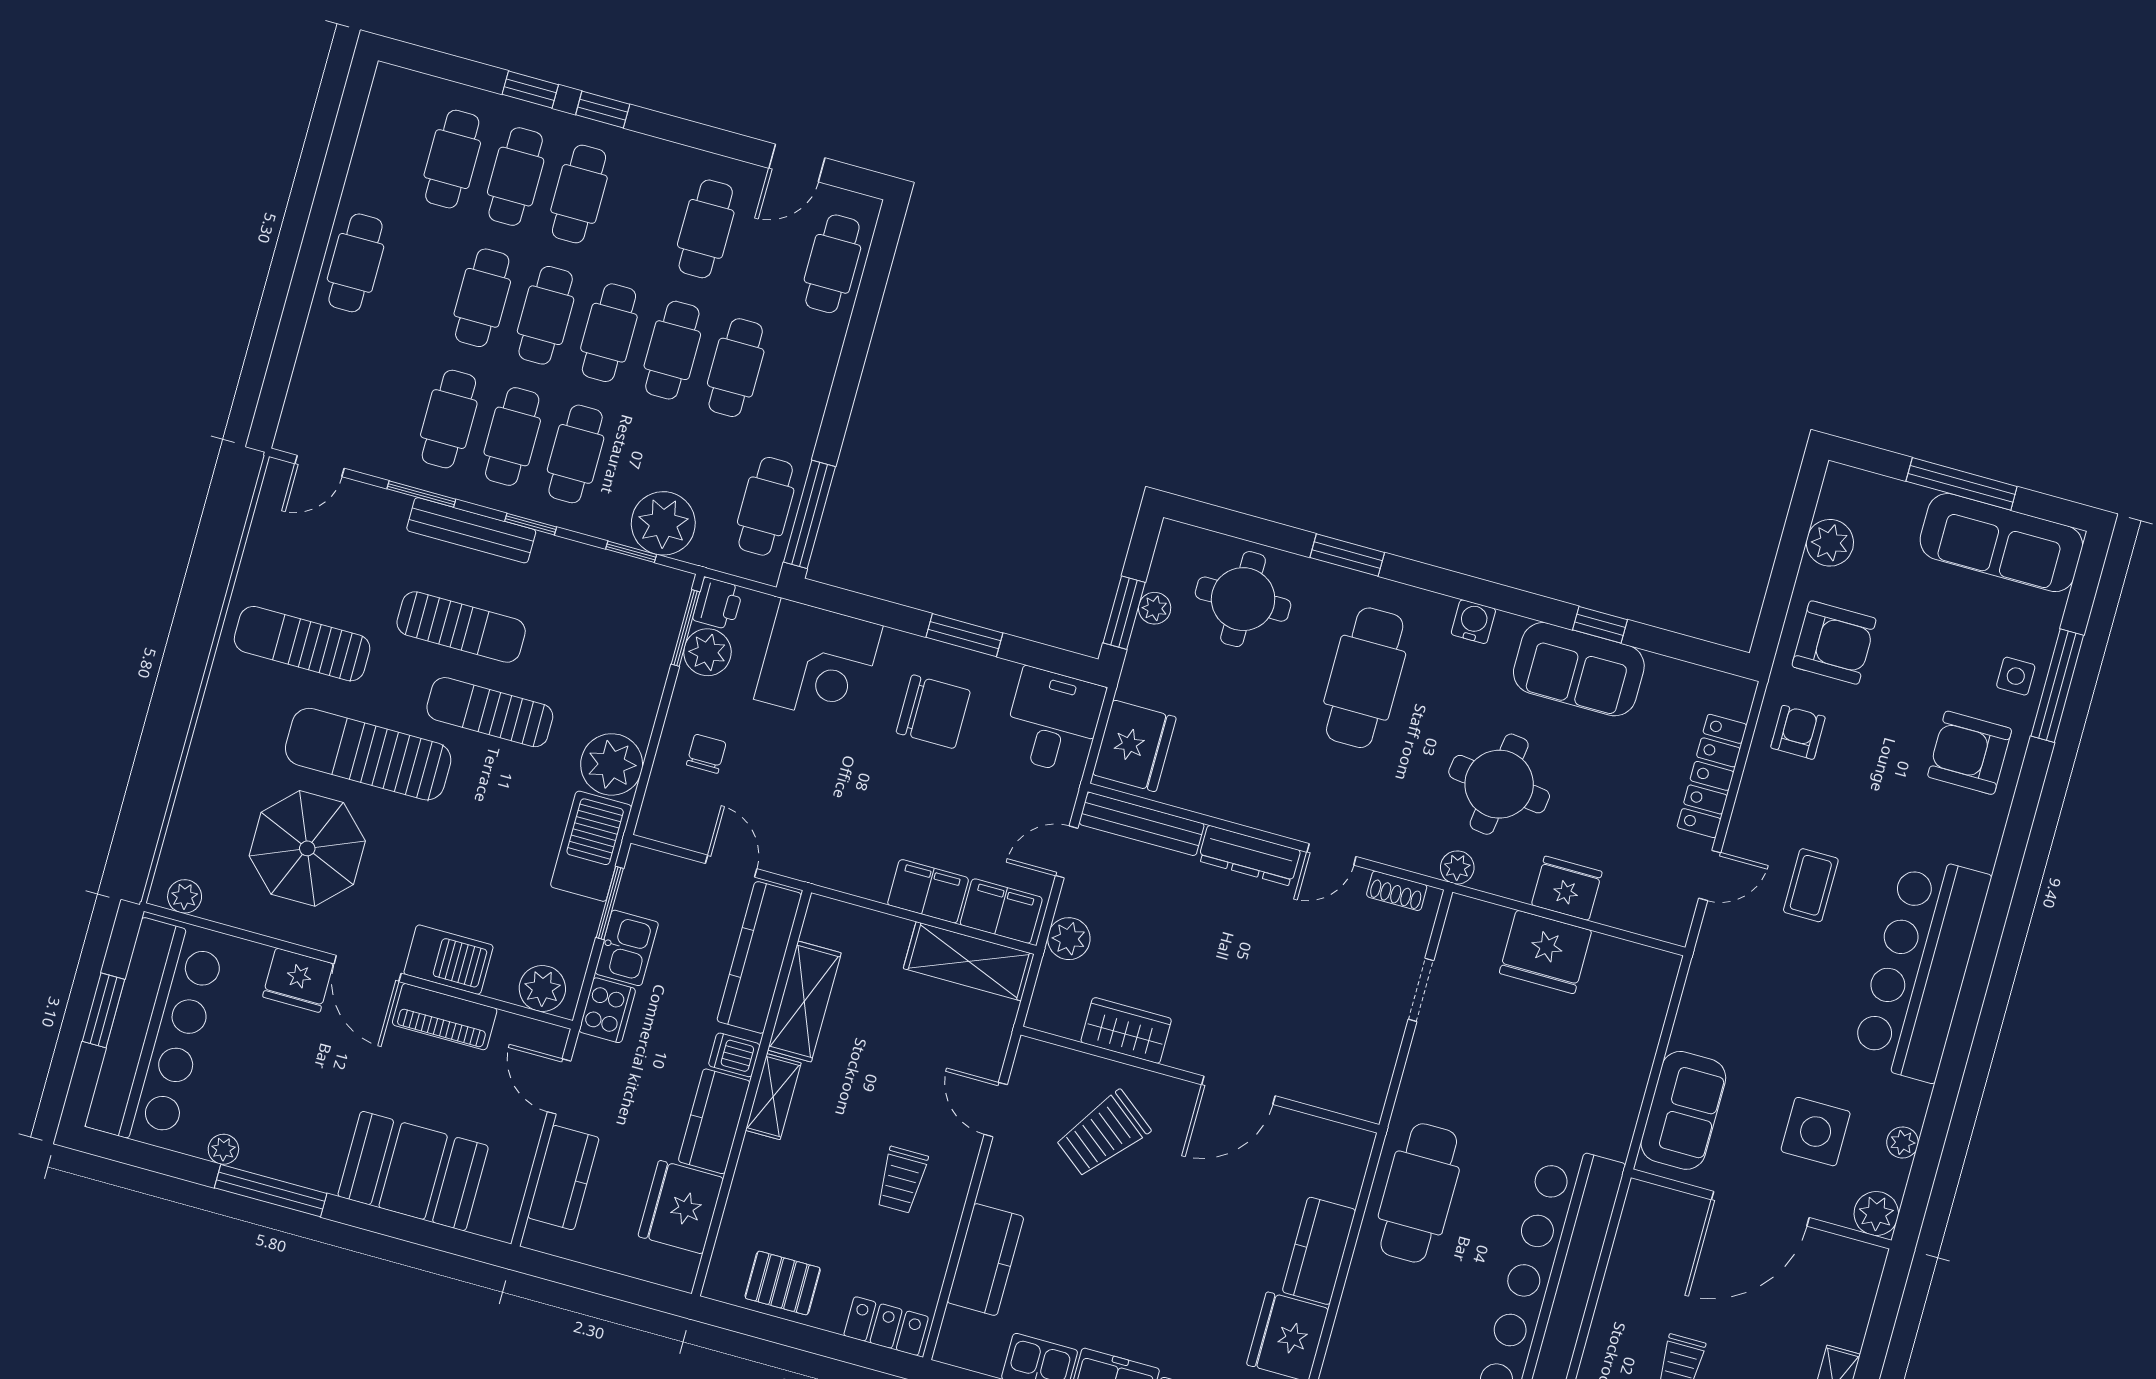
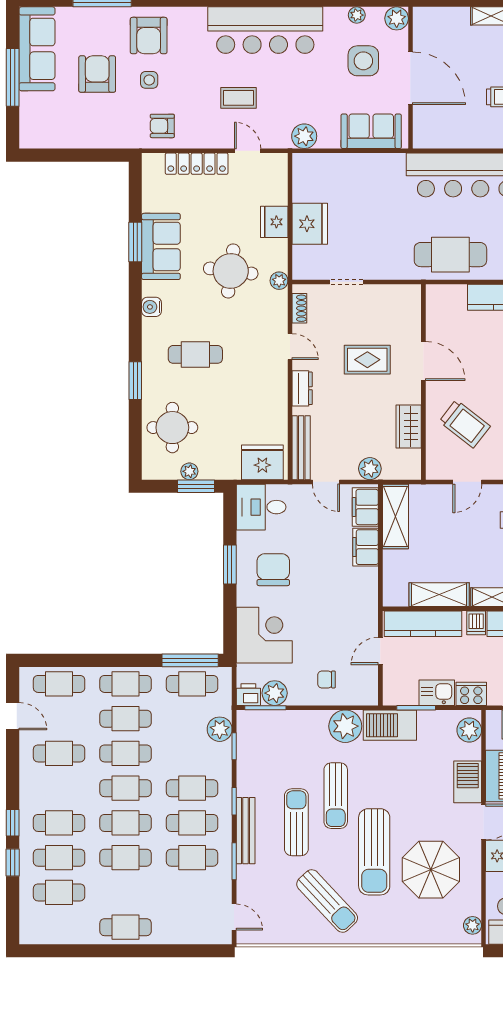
cafe table: (799, 385) -> (126, 684), added
plant: (663, 523) -> (220, 729), width x0.73, depth x0.73
plant: (1830, 543) -> (304, 136), moved
window: (1600, 625) -> (135, 242), width x1.50
armchair: (1834, 643) -> (97, 74), moved
sun lounger: (302, 644) -> (327, 901), turned -43
side table: (2016, 676) -> (149, 80), moved
cafe table: (1365, 678) -> (195, 354), width x0.73, depth x0.74
dresser: (1249, 856) -> (302, 388), width x0.70
rug: (1269, 989) -> (367, 360), added

